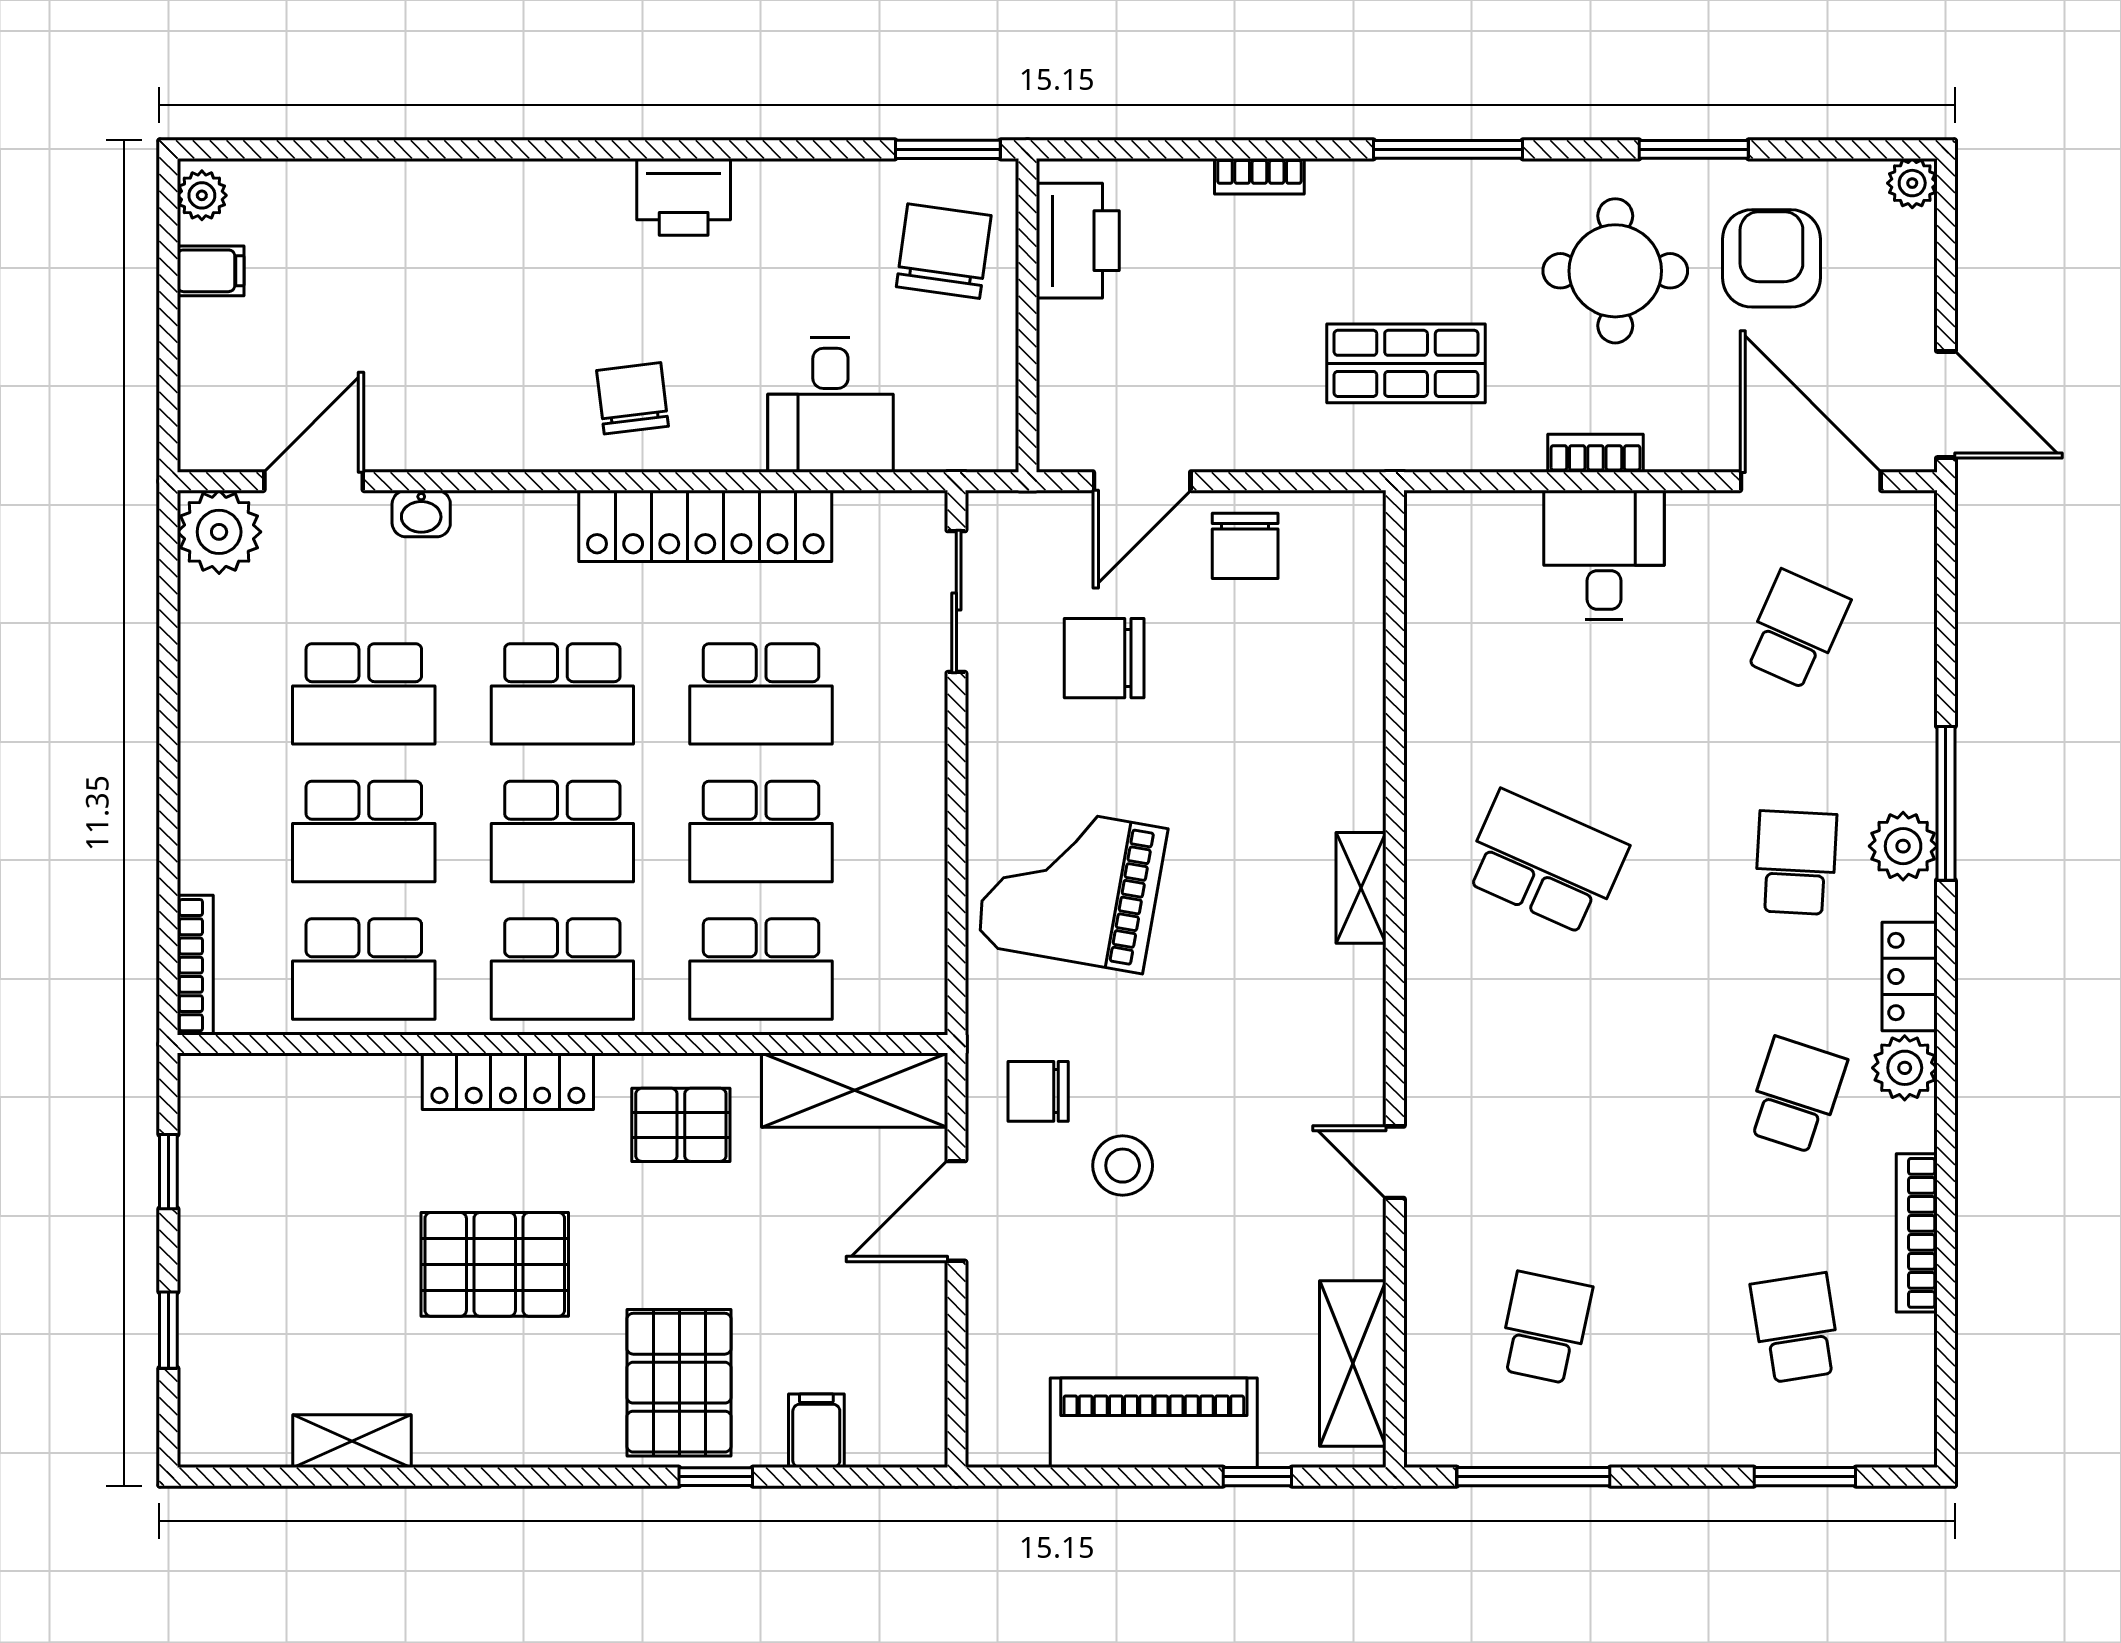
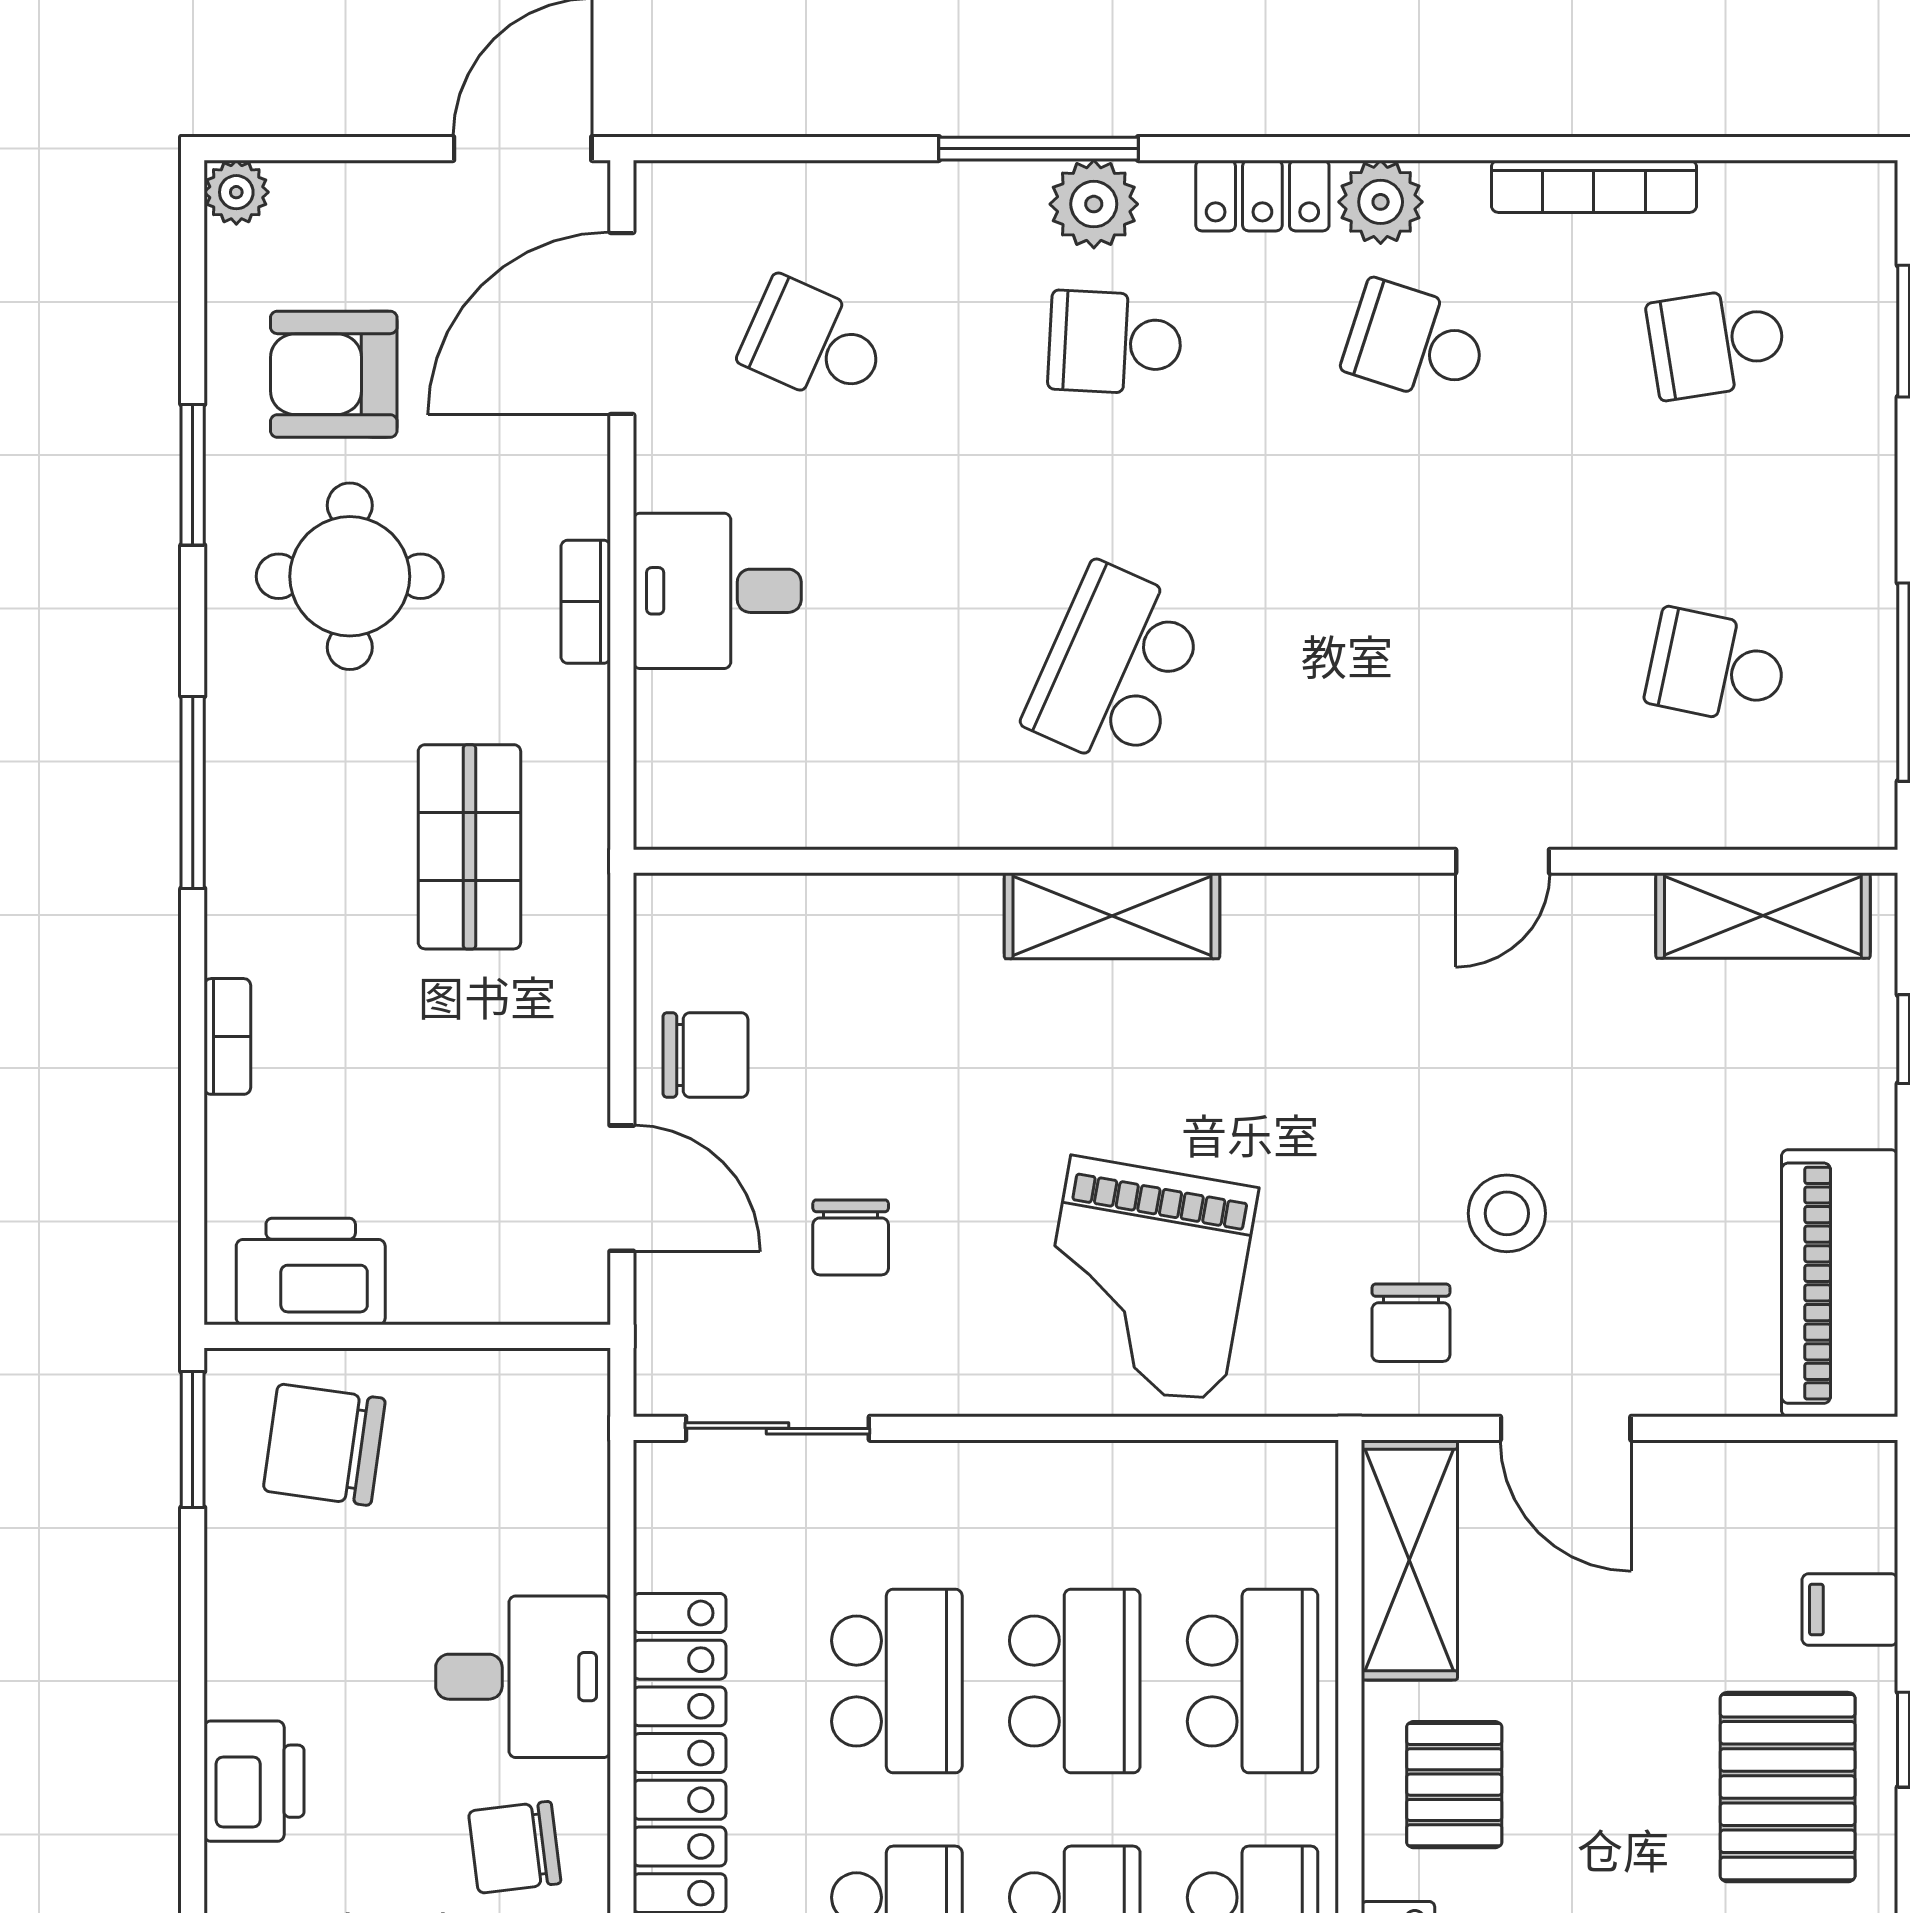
desk: (830, 405) -> (523, 1677), moved
chair: (1104, 658) -> (851, 1237), width x0.73, depth x0.73
shelving: (1361, 888) -> (1112, 916), width x1.50, depth x1.33
pallet: (679, 1383) -> (1788, 1787), turned 90
piano: (1154, 1423) -> (1840, 1283), moved

